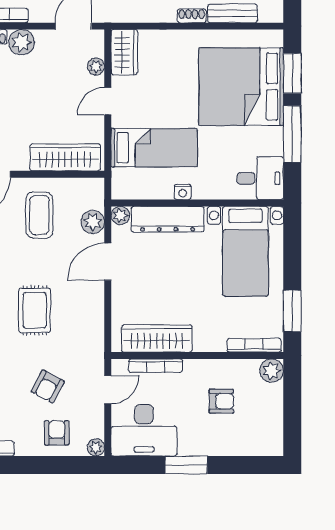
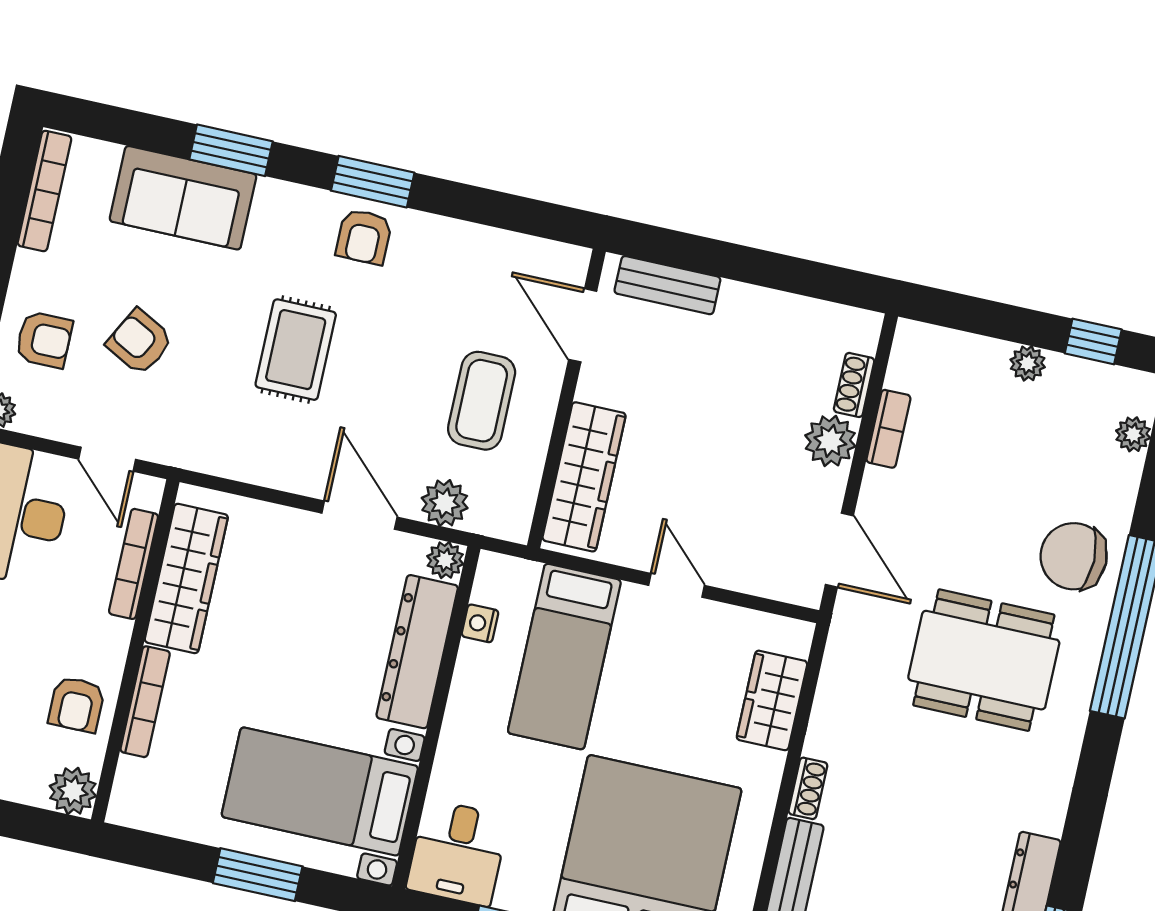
wardrobe: (124, 52) -> (772, 700), moved, turned 90
plant: (96, 66) -> (750, 577), removed
nightstand: (183, 192) -> (480, 623), moved
coffee table: (39, 215) -> (482, 401), turned 90
rug: (35, 310) -> (296, 350), turned 90
window: (292, 311) -> (258, 875), moved
bookcase: (254, 345) -> (145, 702), moved
armchair: (221, 401) -> (77, 704), moved

